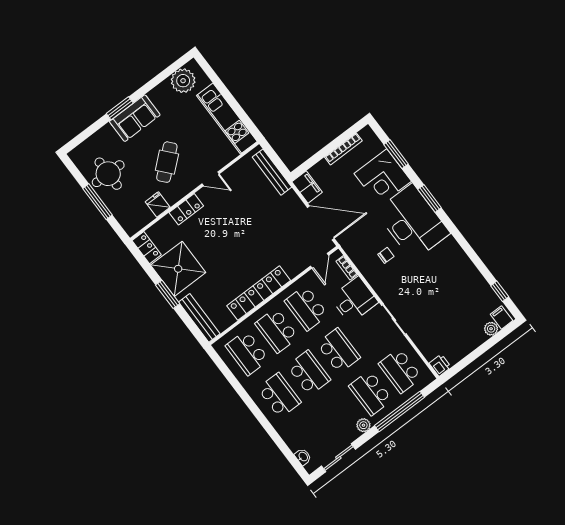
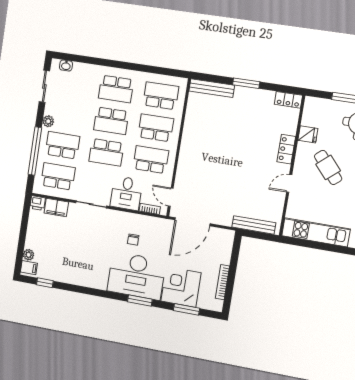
filing cabinet: (307, 187) -> (56, 207), moved
shower: (178, 269) -> (255, 106), removed
locker: (259, 293) -> (189, 140), removed

